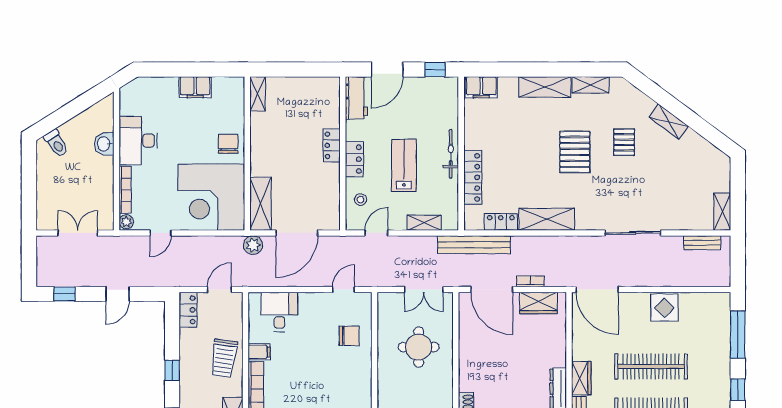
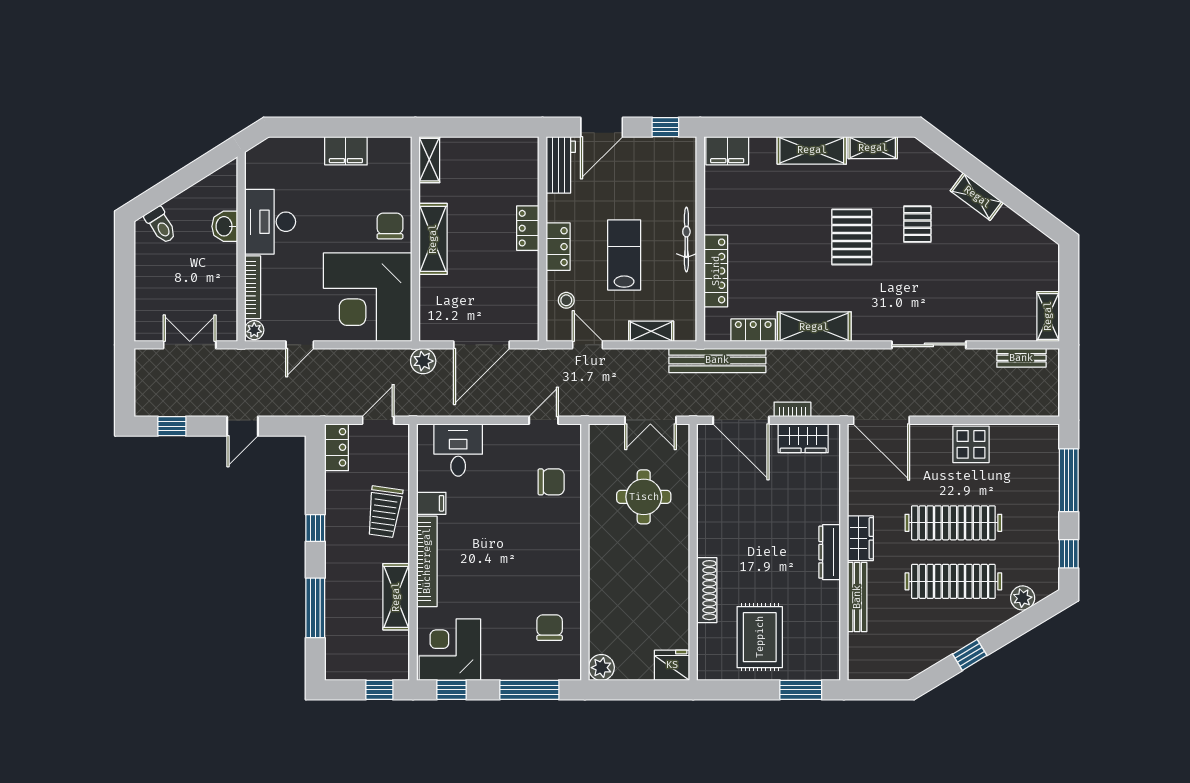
shelving: (261, 204) -> (433, 239), moved
door: (376, 233) -> (588, 345), hinge flipped

